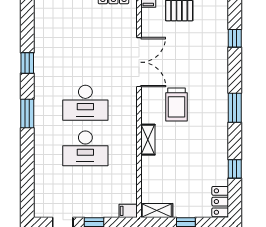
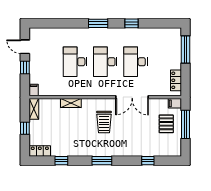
desk: (85, 57) -> (135, 62), added
trolley: (176, 104) -> (104, 122), turned -90
shelving: (148, 140) -> (71, 103), moved

